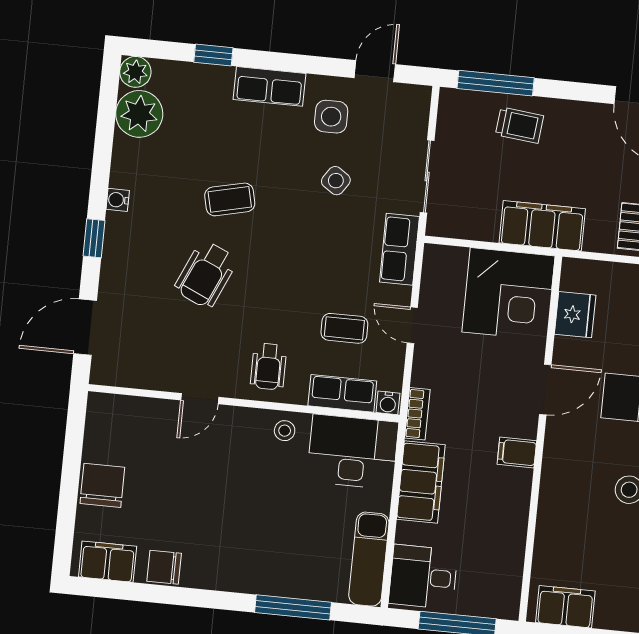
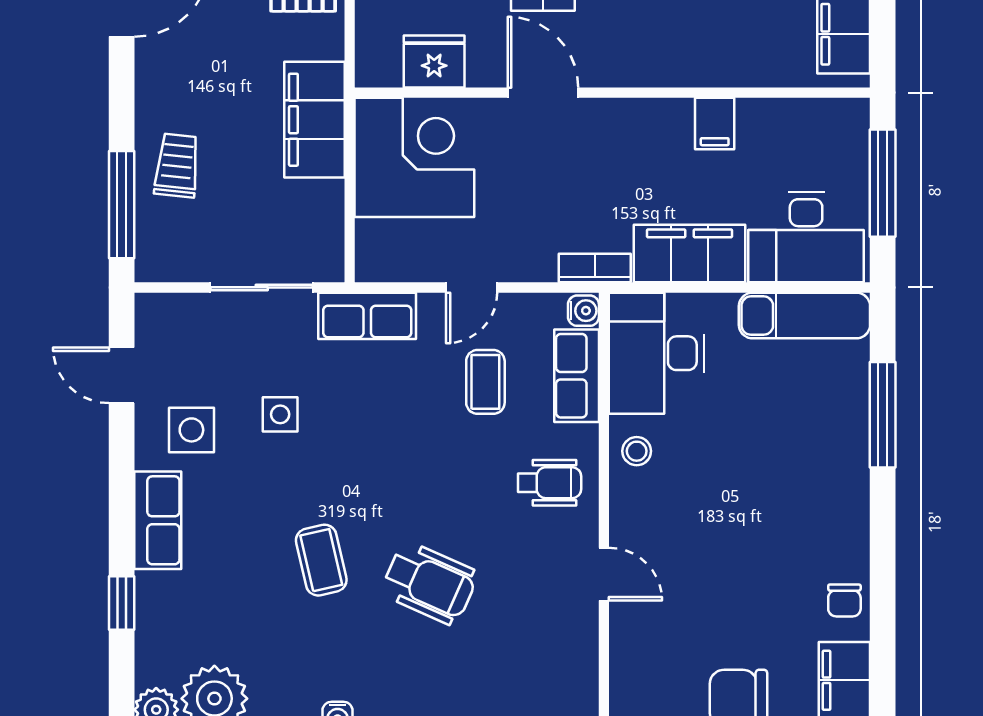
side table: (336, 181) -> (280, 414), turned -34
filing cabinet: (517, 452) -> (715, 124), moved
chair: (164, 567) -> (844, 600), width x0.73, depth x0.73
desk: (423, 577) -> (806, 237), width x1.37

